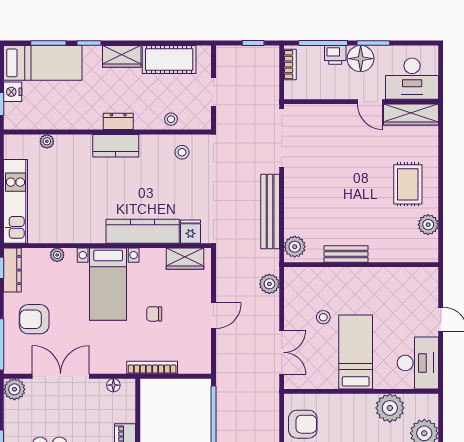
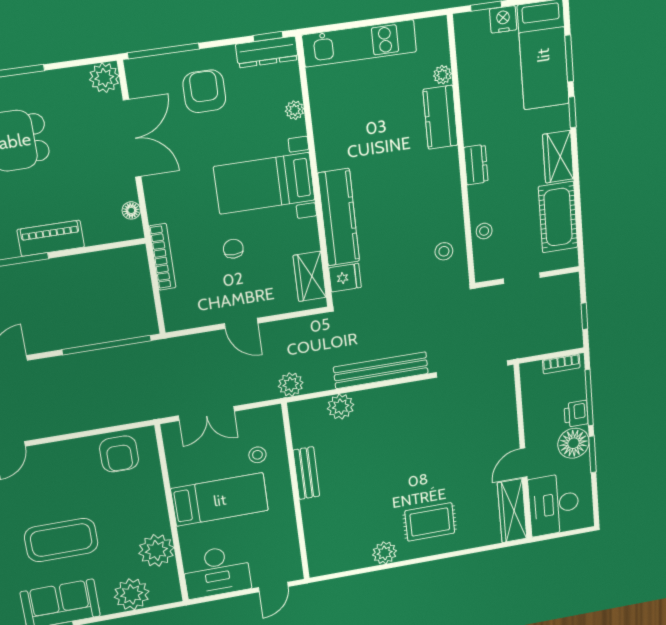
kitchen counter: (116, 146) -> (440, 117), moved
bench: (346, 254) -> (306, 473), moved
wall: (361, 265) -> (296, 493), moved

